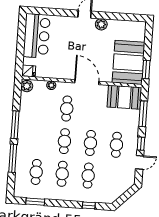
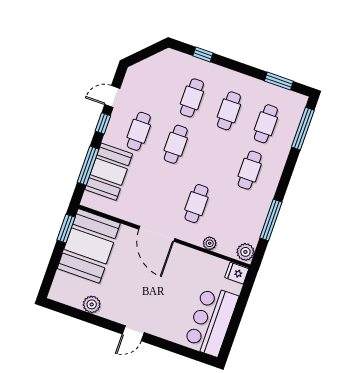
plant: (101, 24) -> (92, 304), moved
booth: (124, 97) -> (109, 172), moved, turned 90
window: (15, 125) -> (271, 220), moved
cafe table: (64, 141) -> (250, 170), moved
window: (13, 158) -> (303, 129), moved

